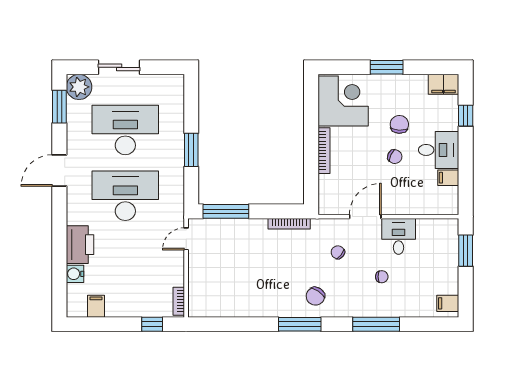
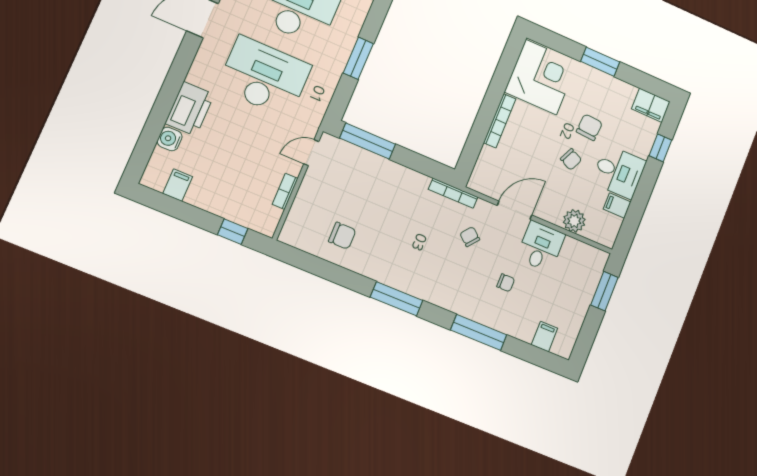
plant: (418, 205) -> (574, 221), added
bookcase: (289, 224) -> (453, 193), moved
chair: (315, 296) -> (342, 236), moved, turned -124
bookcase: (179, 301) -> (285, 191), moved
filing cabinet: (448, 303) -> (544, 337), moved, turned 90

